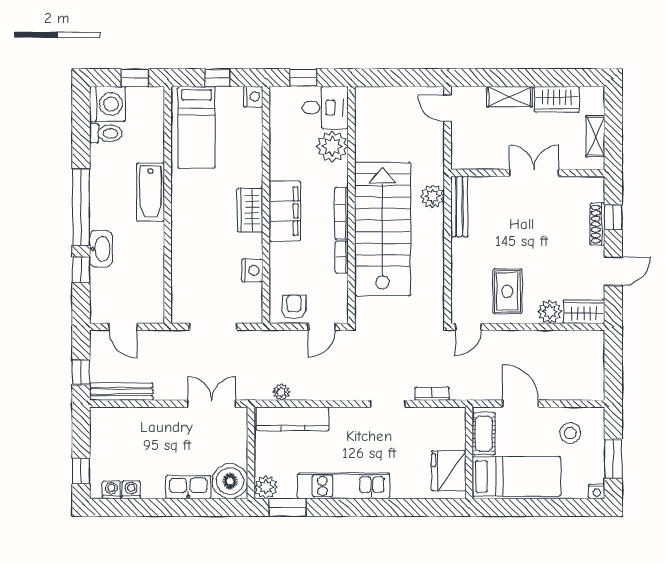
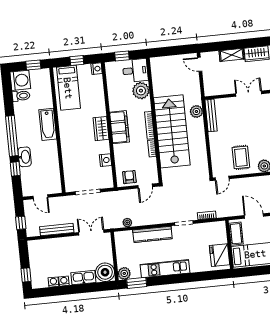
bench: (121, 392) -> (57, 230), moved
kitchen counter: (293, 419) -> (152, 234), moved
washing machine: (111, 490) -> (64, 281), moved

